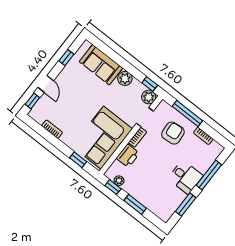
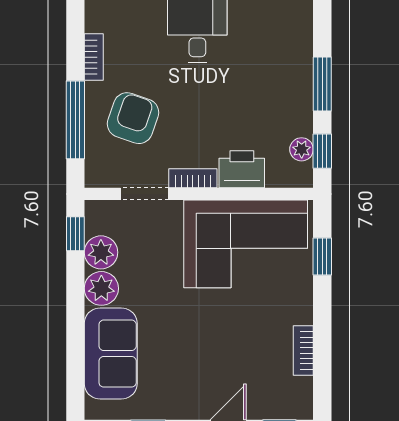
plant: (149, 97) -> (101, 252), moved
armchair: (173, 133) -> (133, 118), turned 115

